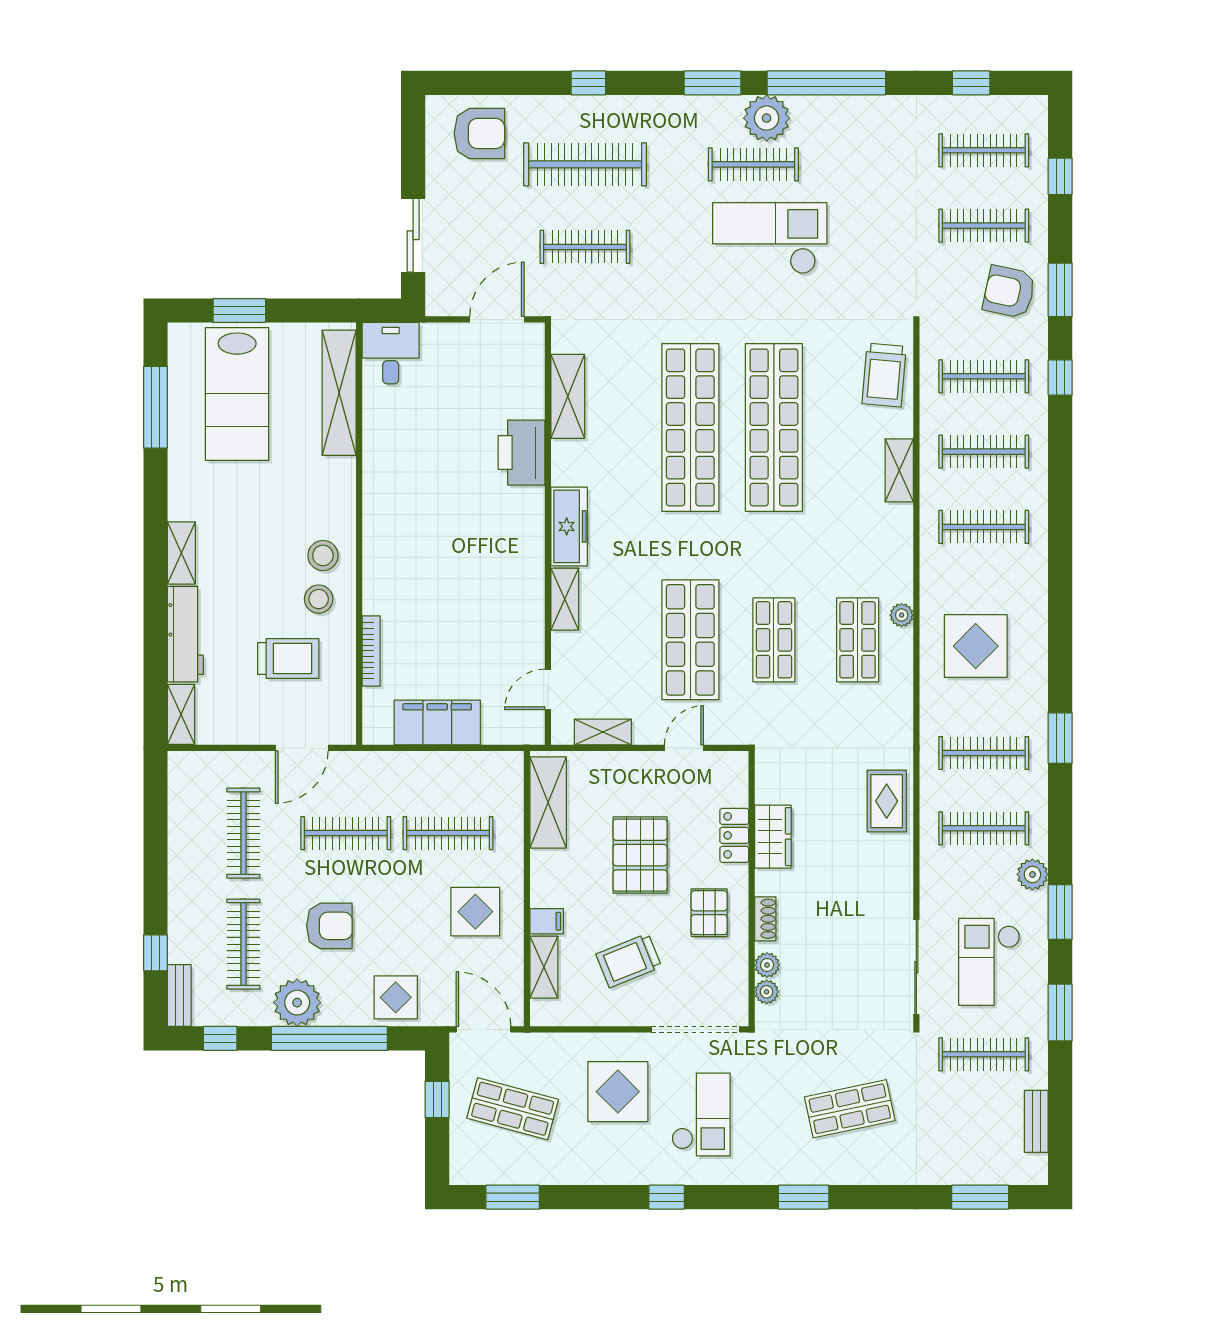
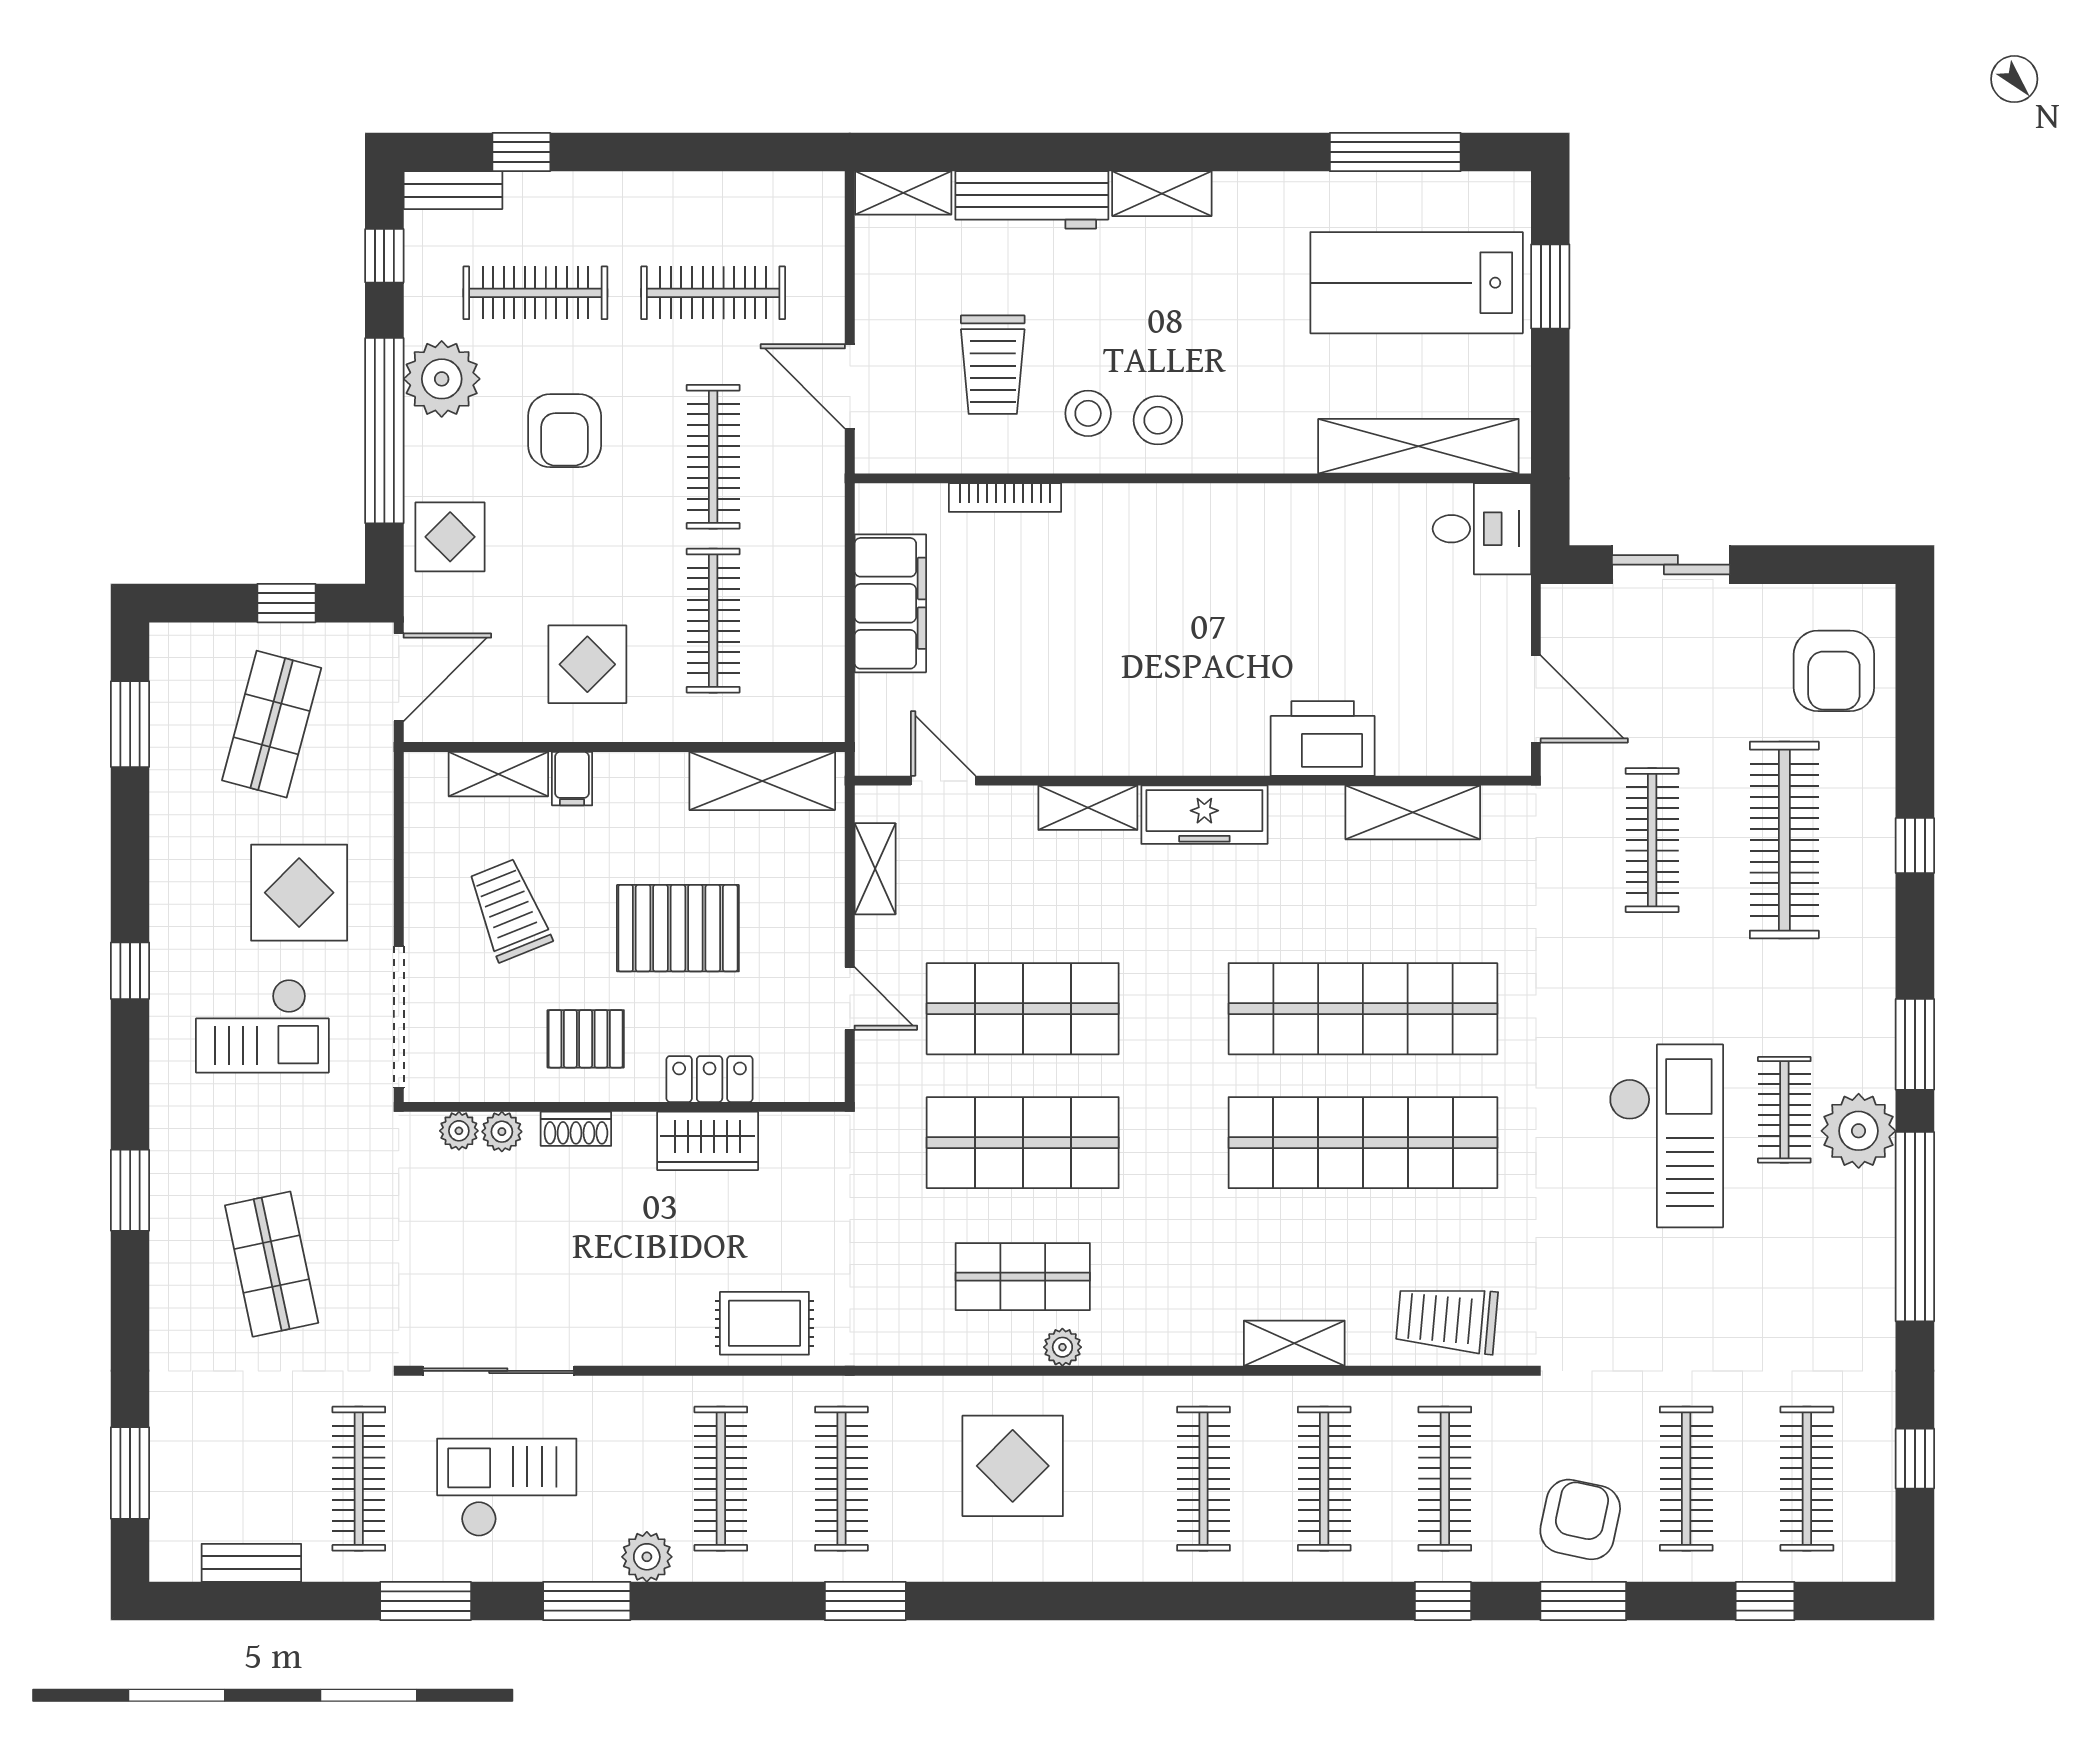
clothes rail: (753, 164) -> (1784, 1110), width x0.73
shop shelf: (774, 640) -> (1023, 1143), width x1.43, depth x1.36

